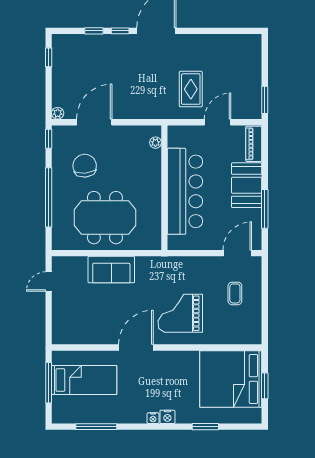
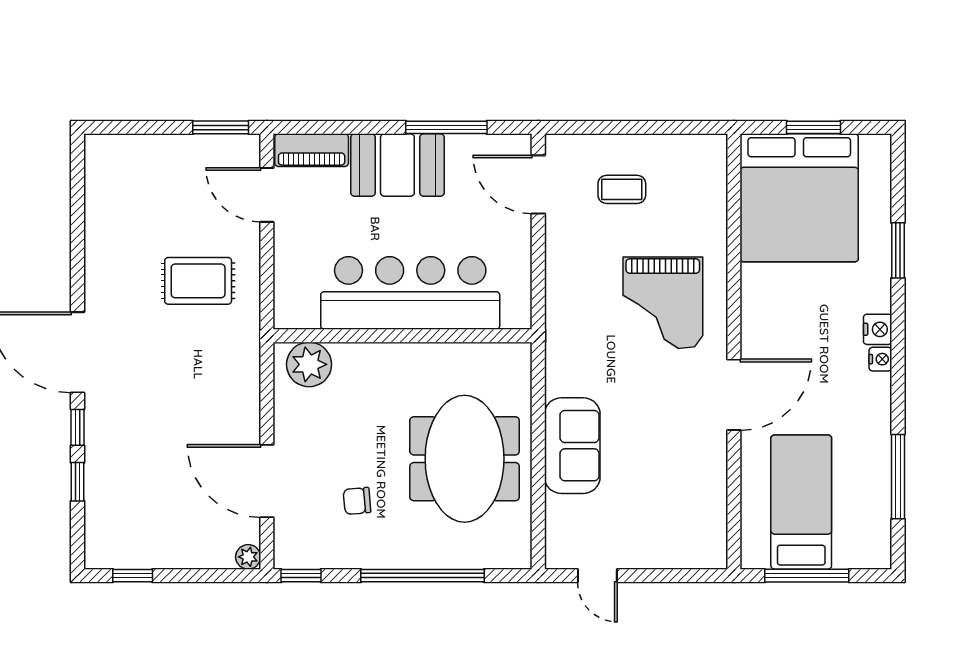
door: (218, 122) -> (267, 195), moved
plant: (155, 143) -> (309, 364), width x1.88, depth x1.88
chair: (85, 166) -> (357, 501), width x0.54, depth x0.54
door: (136, 348) -> (734, 395), swing flipped

